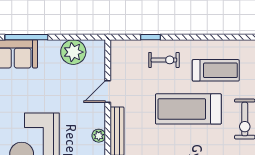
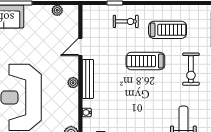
plant: (73, 52) -> (57, 10), width x0.53, depth x0.53
treadmill: (188, 109) -> (145, 61), width x0.73, depth x0.73

